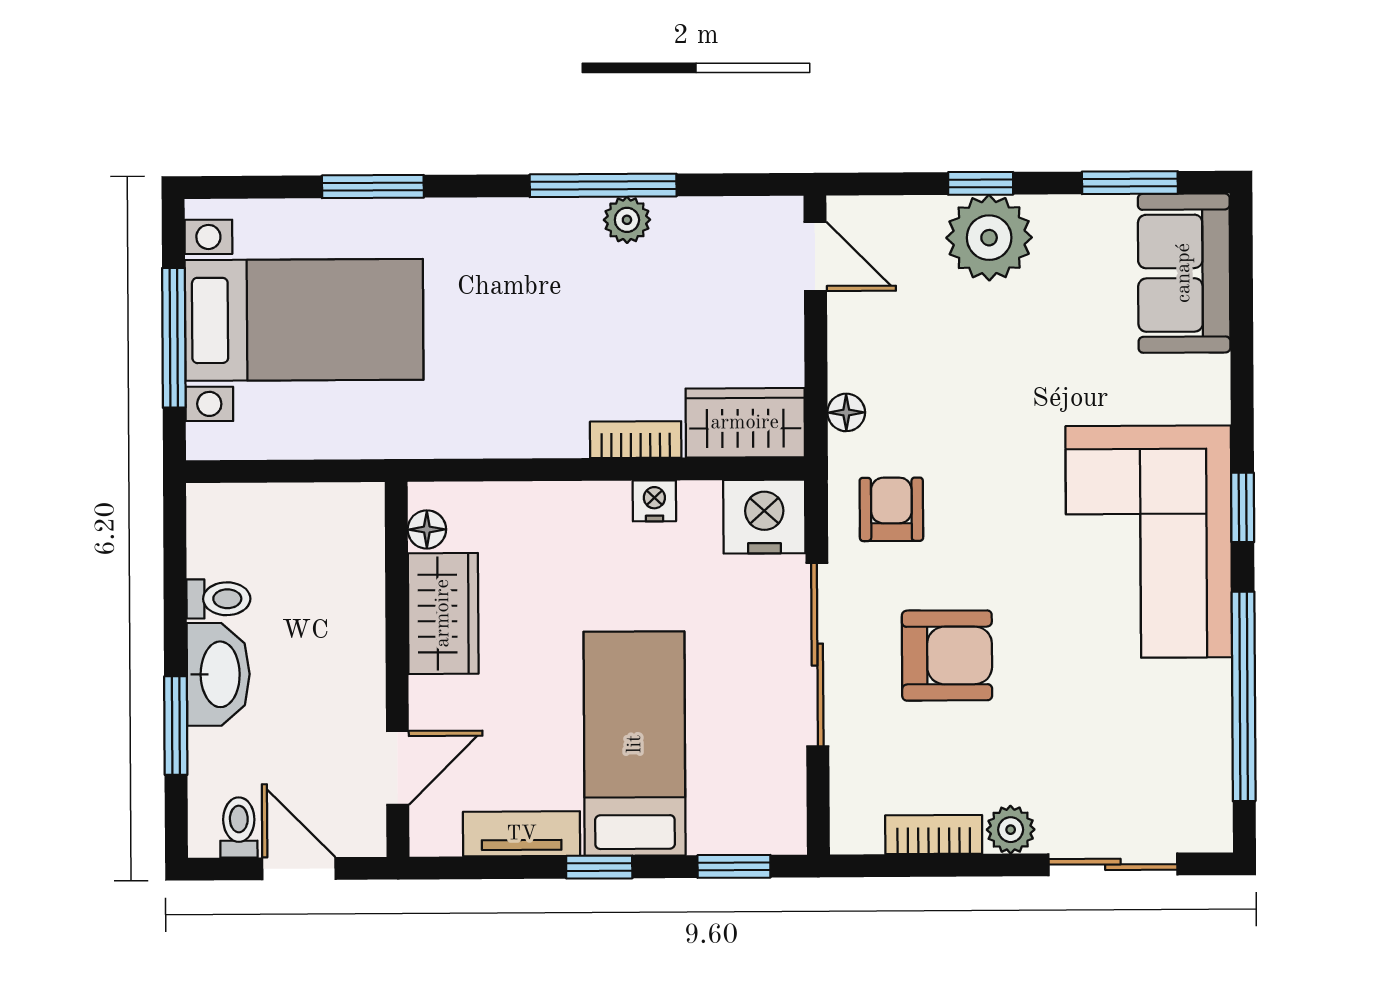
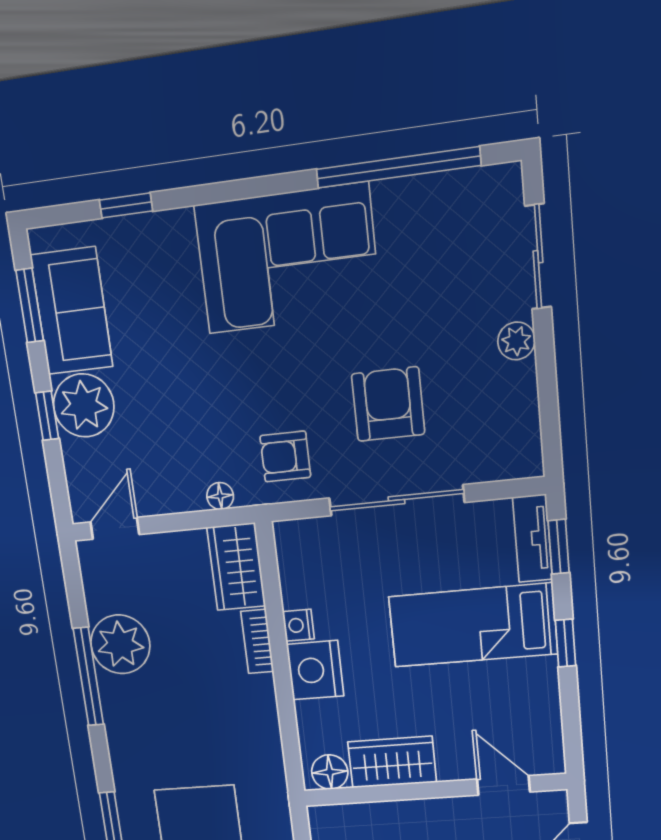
plant: (627, 220) -> (120, 644), width x1.87, depth x1.87
sofa: (1184, 273) -> (72, 311), moved, turned -90
window: (1243, 507) -> (126, 205), moved
nightstand: (764, 517) -> (315, 670), moved
floor lamp: (427, 529) -> (330, 772), width x1.37, depth x1.37
tv unit: (522, 834) -> (533, 538), moved
bookcase: (934, 835) -> (524, 400), removed

